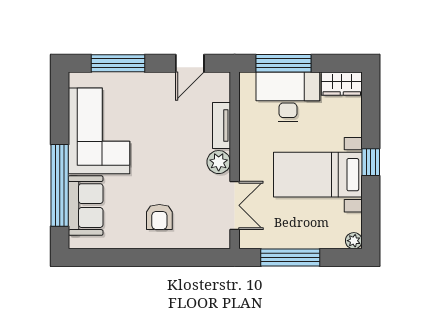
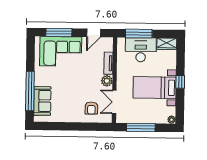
corner sofa: (99, 131) -> (61, 51), moved, turned 90
double door: (235, 205) -> (114, 102), swing flipped
armchair: (159, 217) -> (91, 108), moved

